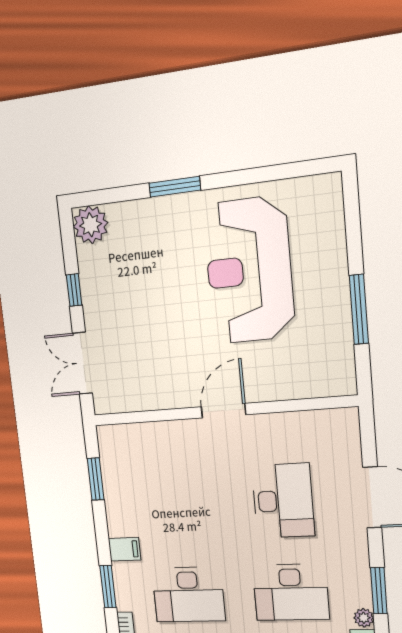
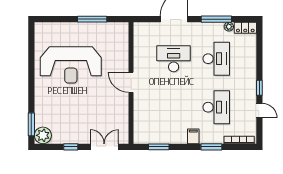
window: (175, 187) -> (31, 124), moved
double door: (82, 363) -> (104, 147), swing flipped
window: (379, 591) -> (216, 19), width x1.44

